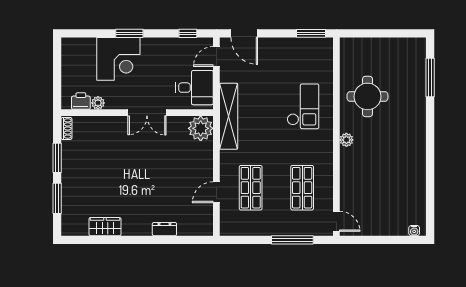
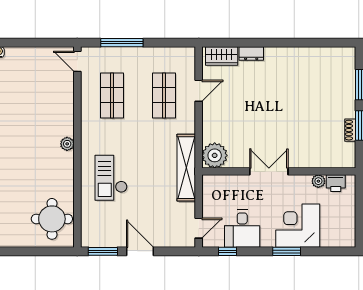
door: (244, 33) -> (140, 251), moved
desk: (195, 88) -> (242, 229), moved, turned -90
round table: (367, 96) -> (52, 219), moved
shoe rack: (66, 128) -> (350, 130), moved
wardrobe: (105, 227) -> (222, 56), moved

